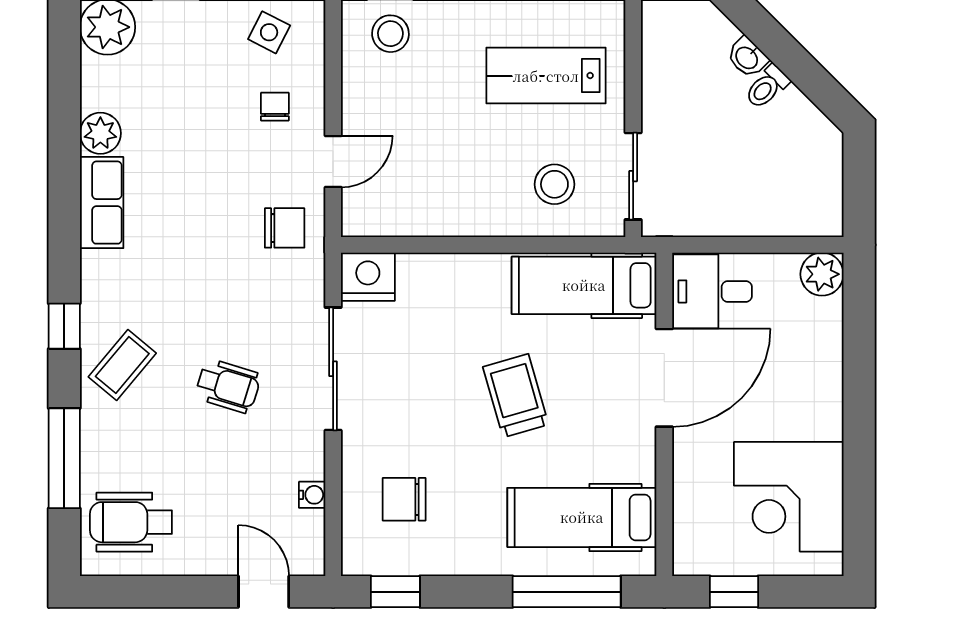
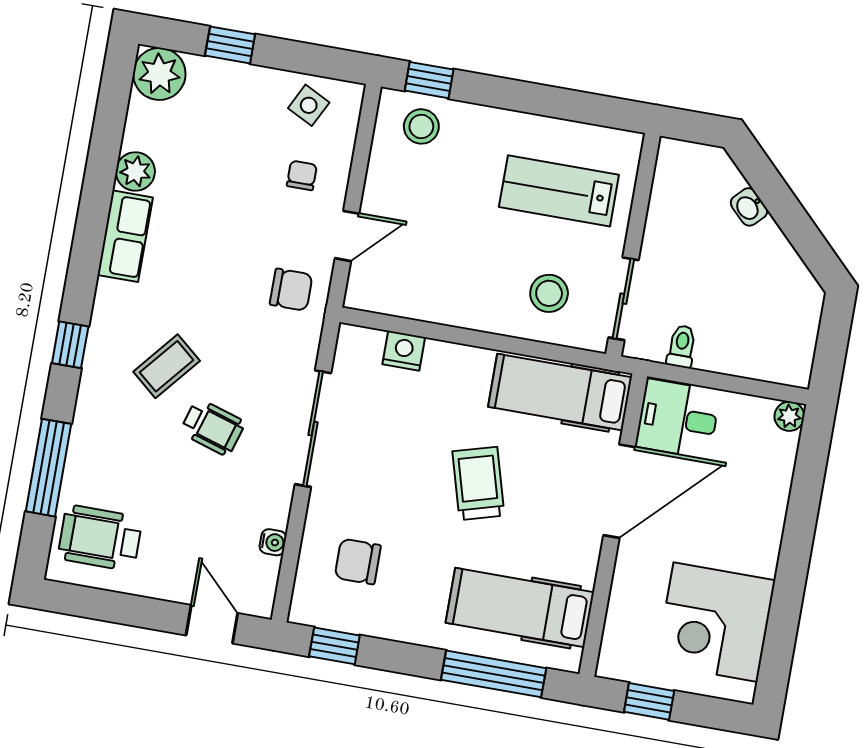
toilet: (767, 87) -> (682, 346), moved, turned 135
plant: (822, 274) -> (789, 416), width x0.73, depth x0.73
nightstand: (368, 277) -> (404, 351), moved, width x0.74, depth x0.75
coffee table: (122, 365) -> (167, 366), moved

